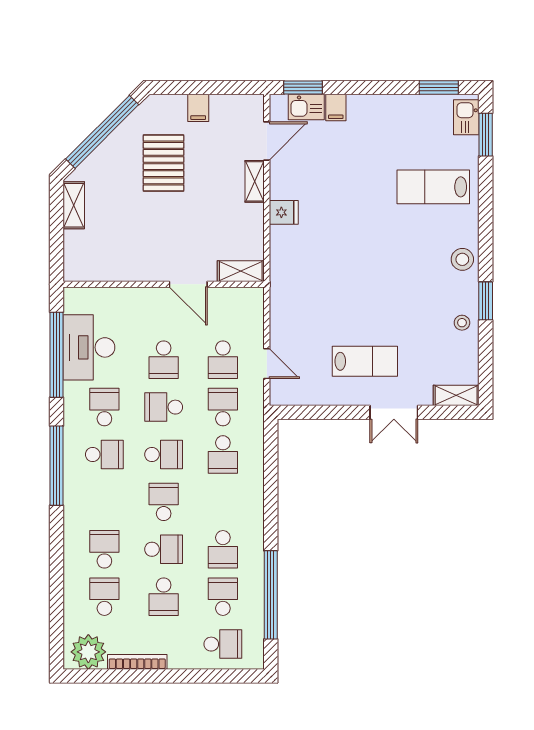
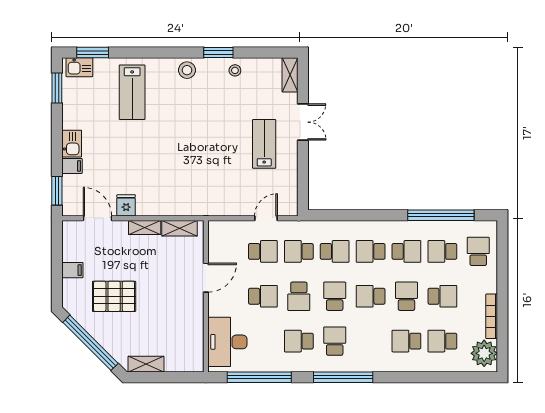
kitchen sink: (306, 107) -> (72, 144), moved
shelving: (255, 181) -> (145, 227), moved
fridge: (284, 212) -> (126, 205), moved
shelving: (241, 271) -> (180, 228), moved, turned 90
desk: (89, 347) -> (227, 342), moved, turned 90
school desk: (223, 502) -> (371, 251), added

